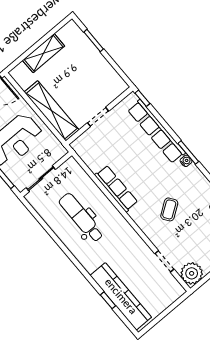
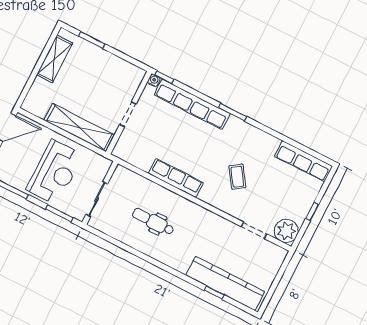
shelving: (44, 53) -> (55, 59), moved
water cooler: (186, 161) -> (154, 80), moved
dental chair: (81, 218) -> (153, 222), width x0.73, depth x0.72

